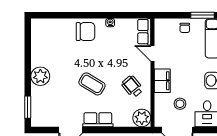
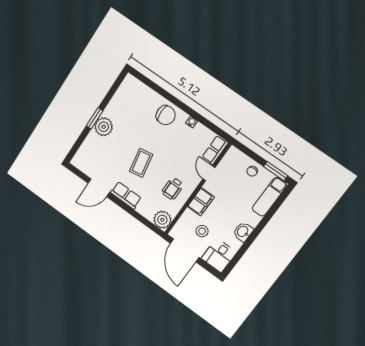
coffee table: (92, 84) -> (141, 163), turned 49
wheelchair: (132, 86) -> (173, 189), turned -140
window: (28, 107) -> (95, 118), moved

